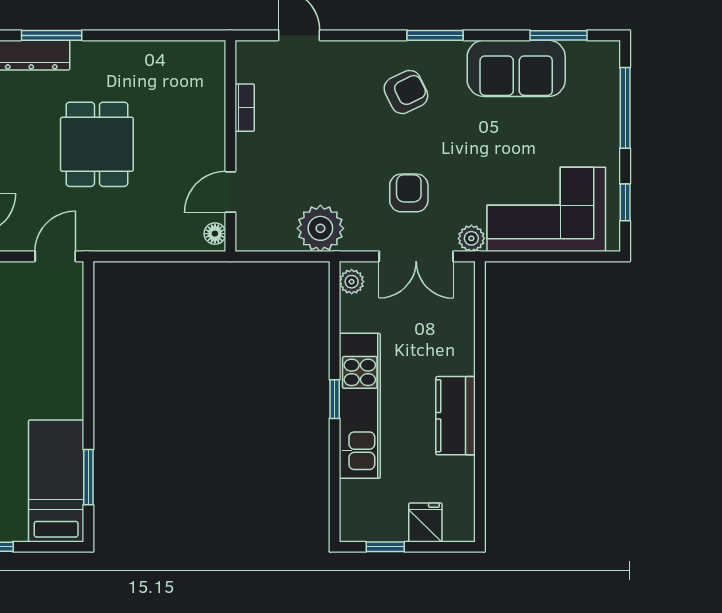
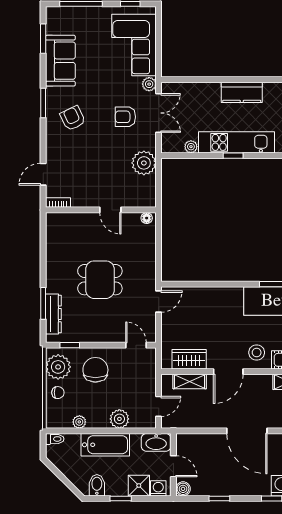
bookcase: (245, 108) -> (58, 203), moved
door: (230, 192) -> (110, 210), moved
door: (55, 256) -> (159, 301), swing flipped
plant: (352, 282) -> (191, 147), moved

